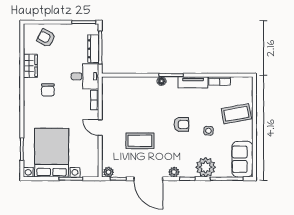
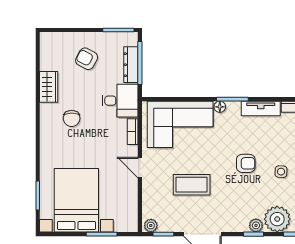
armchair: (46, 38) -> (87, 59), moved
corner sofa: (131, 95) -> (180, 124), added
plant: (174, 172) -> (256, 225), moved

